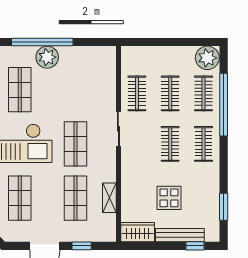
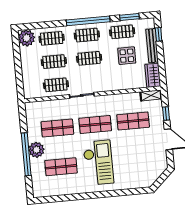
window: (224, 105) -> (88, 21), moved
clothes rail: (204, 194) -> (122, 32), added
shop shelf: (20, 198) -> (57, 128), moved
shelving: (109, 198) -> (151, 95), moved

